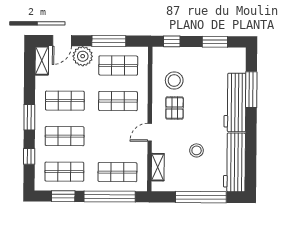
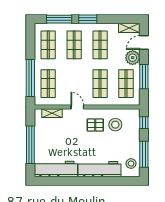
door: (62, 41) -> (144, 42), hinge flipped
window: (215, 42) -> (144, 154), width x1.44
window: (251, 90) -> (109, 181), removed
stool: (197, 150) -> (131, 164), moved
window: (29, 156) -> (59, 19), width x2.17
window: (63, 196) -> (30, 44), removed

